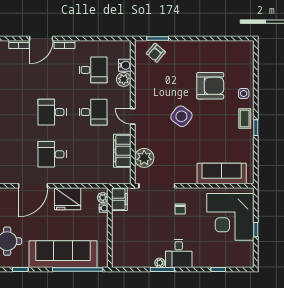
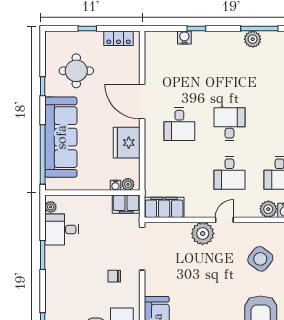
side table: (181, 116) -> (260, 259), moved
filing cabinet: (122, 151) -> (164, 207), moved
desk: (52, 154) -> (179, 124), turned 180
plant: (144, 158) -> (203, 234), moved
desk: (179, 253) -> (62, 229), moved
plant: (160, 263) -> (51, 207), moved

